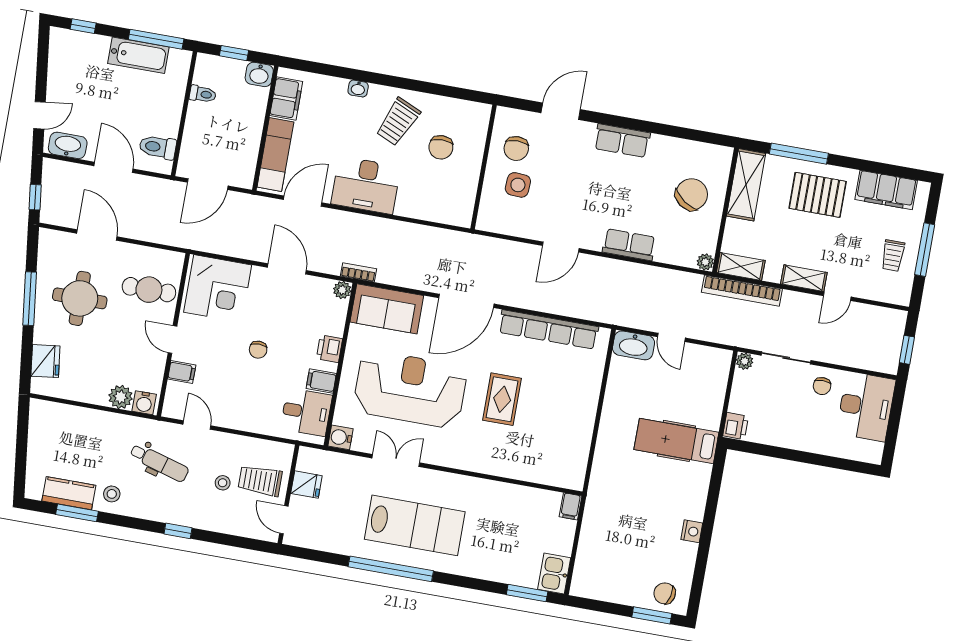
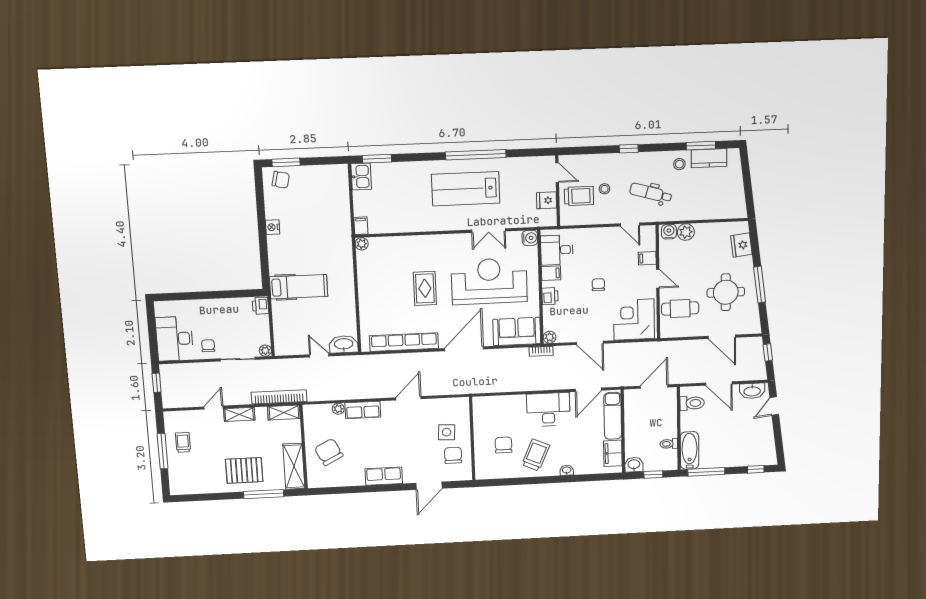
bathtub: (138, 55) -> (690, 450), moved, turned 90
filing cabinet: (886, 190) -> (199, 484), removed
chair: (692, 194) -> (329, 452), turned 118
plant: (705, 262) -> (338, 409), moved
reception desk: (410, 389) -> (489, 281), turned 180
plant: (575, 481) -> (362, 244), added

